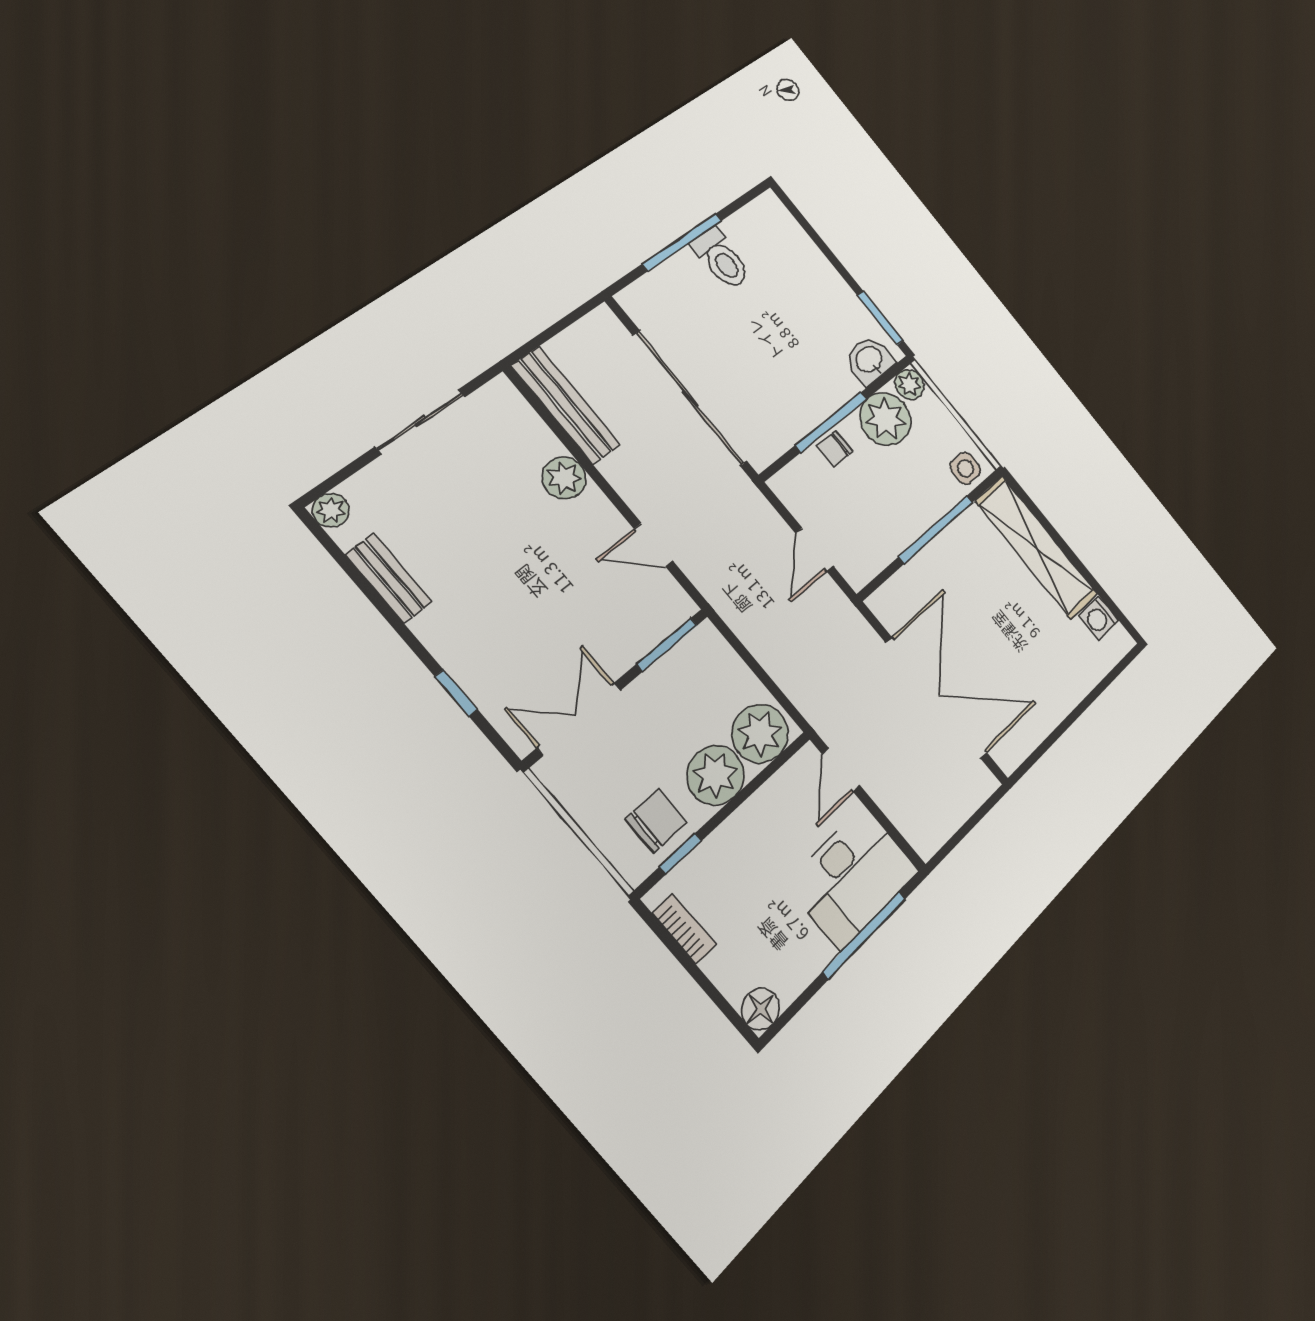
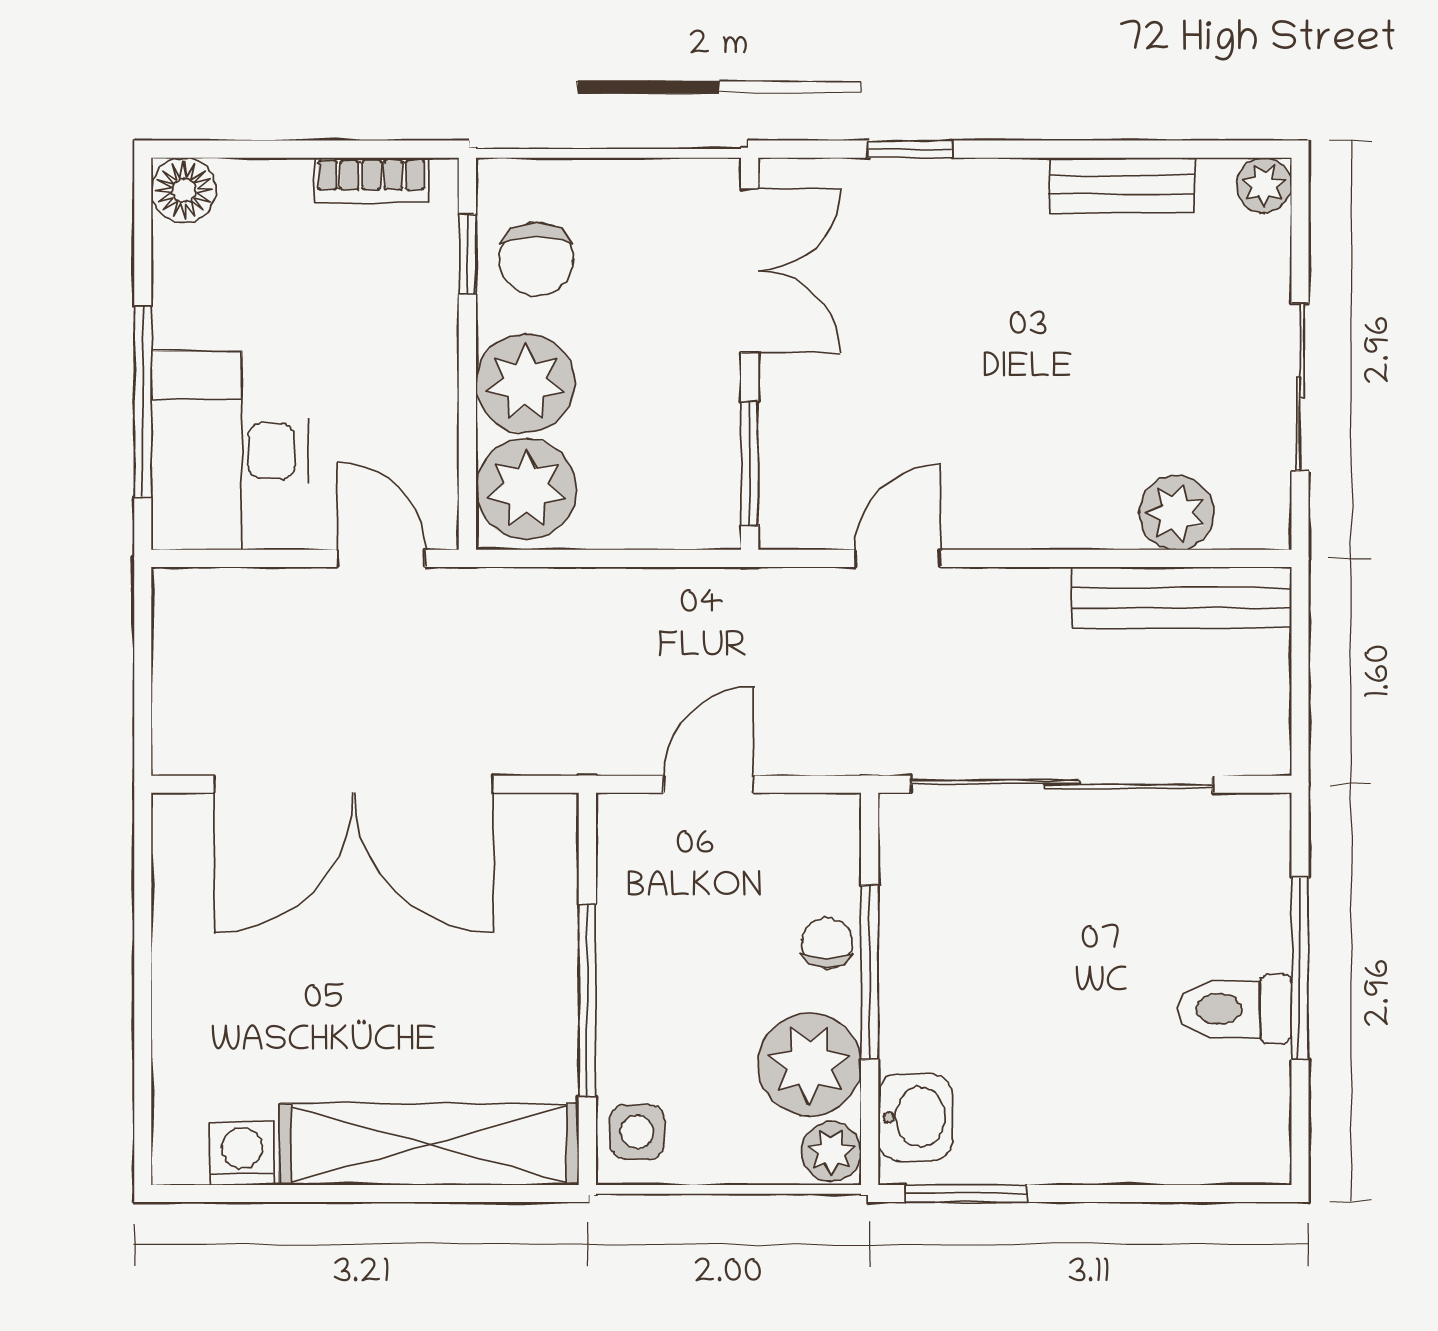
plant: (564, 478) -> (1176, 513), moved
door: (814, 549) -> (709, 784), hinge flipped

